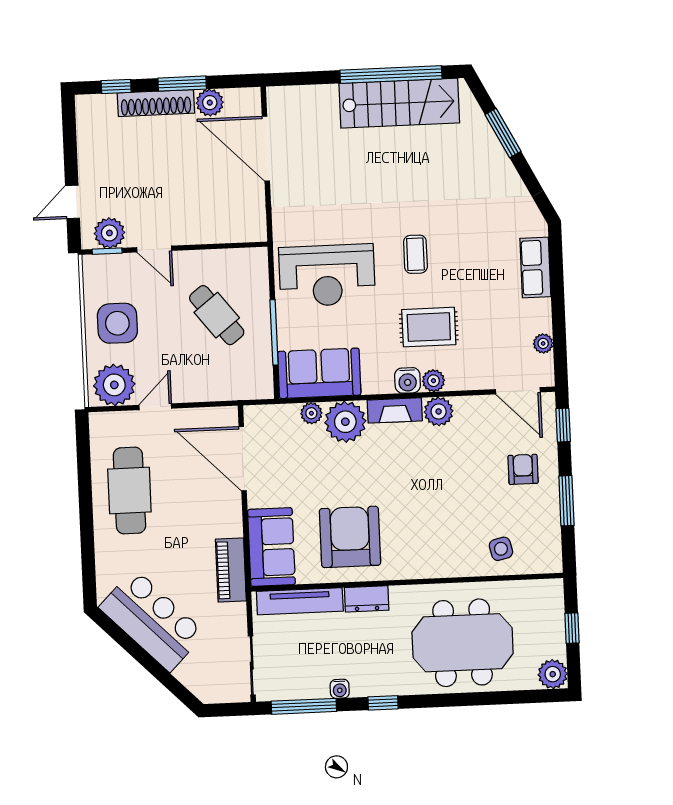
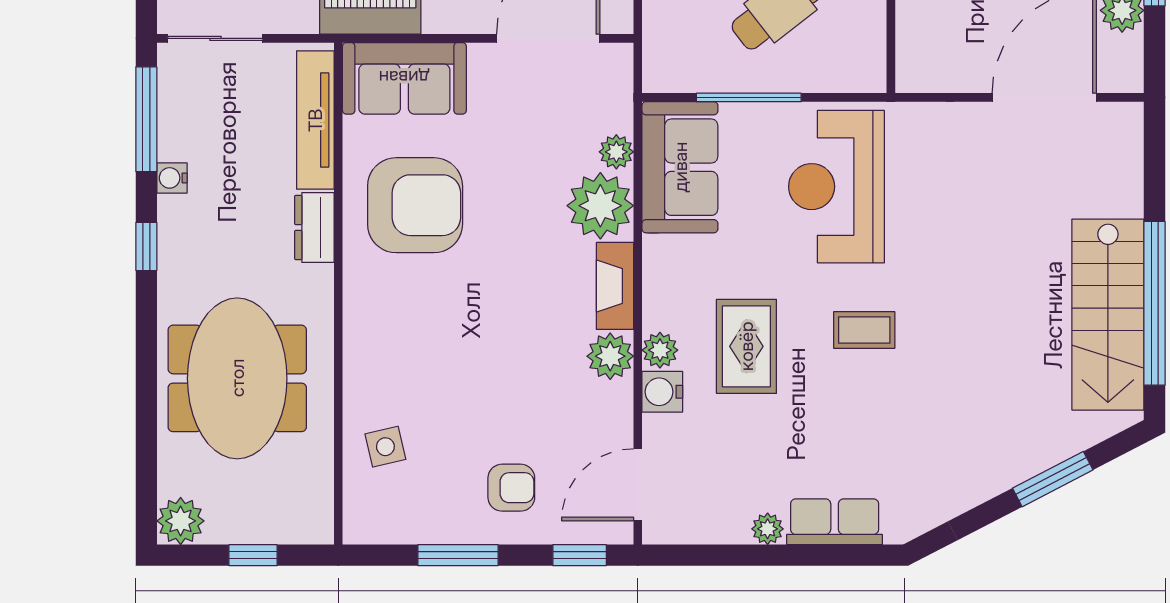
plant: (543, 343) -> (768, 529), moved
water cooler: (408, 380) -> (662, 392), moved

